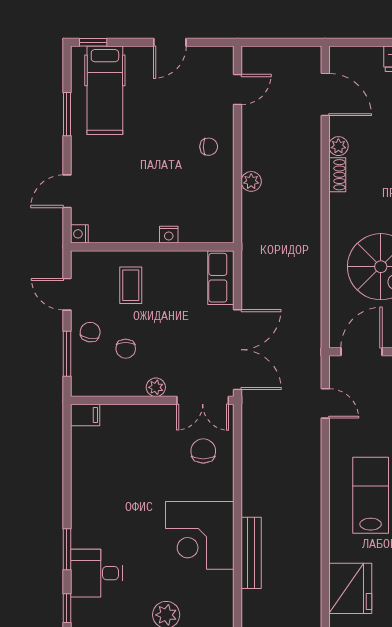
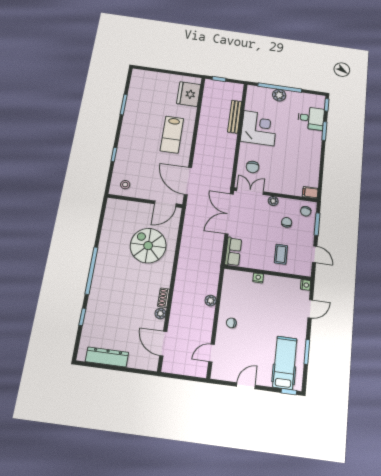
chair: (90, 332) -> (306, 211), moved
door: (325, 403) -> (188, 181), width x1.87

